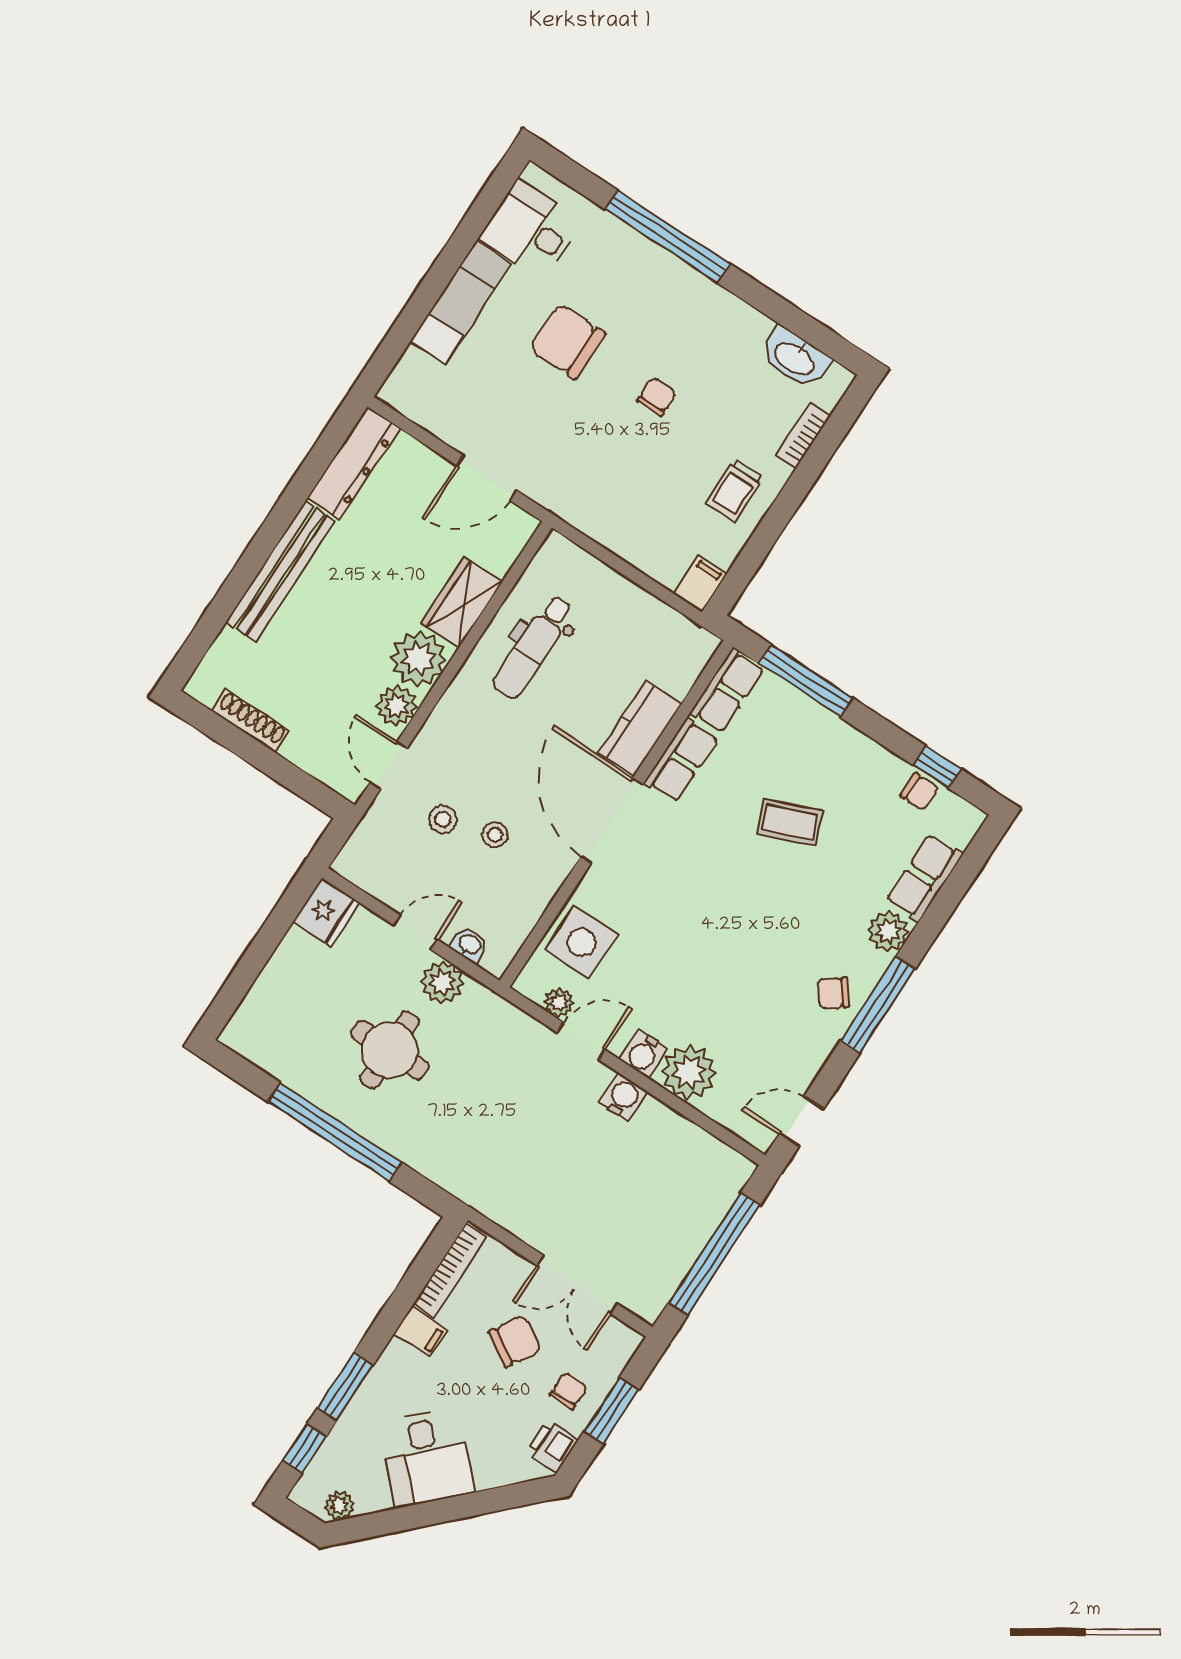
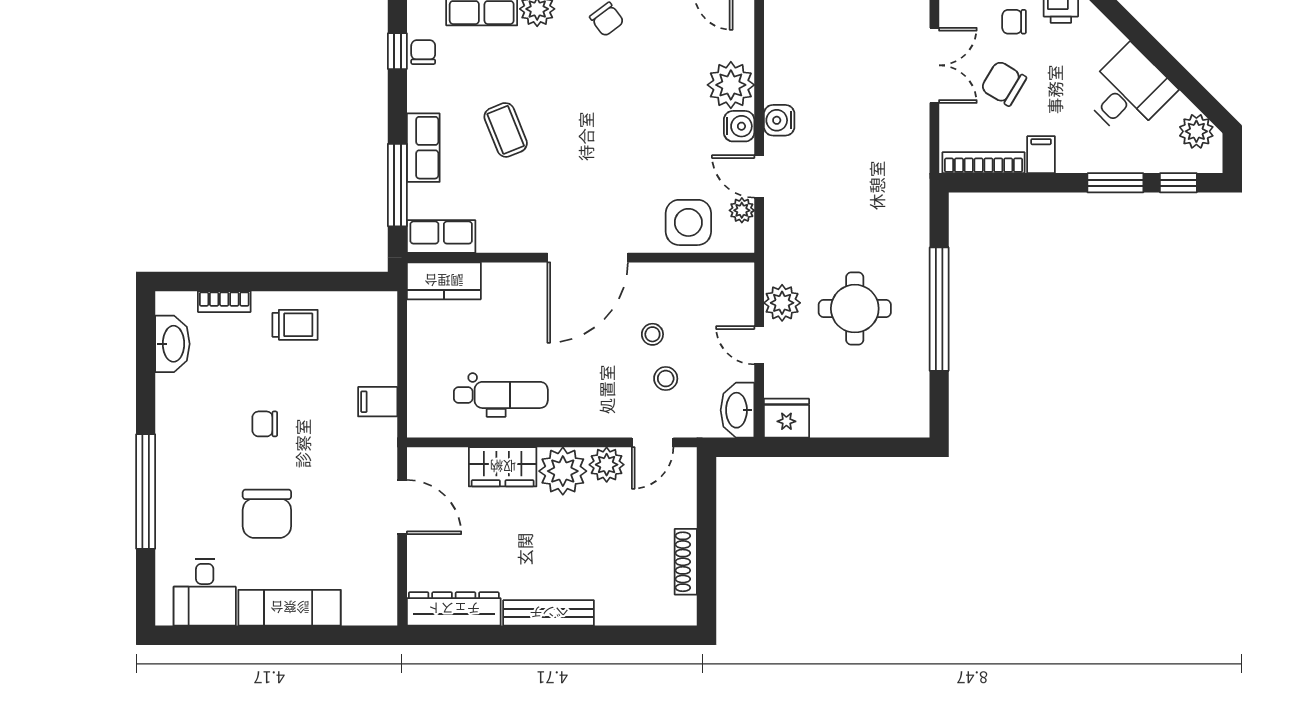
bench: (280, 571) -> (549, 613), width x0.73, depth x0.82
filing cabinet: (700, 584) -> (378, 402), moved
kitchen counter: (640, 728) -> (444, 281), moved
row of seats: (681, 760) -> (423, 148), moved, turned 90
washbasin: (469, 945) -> (737, 410), moved, width x1.91, depth x1.45
plant: (339, 1506) -> (1196, 131), width x1.38, depth x1.38

